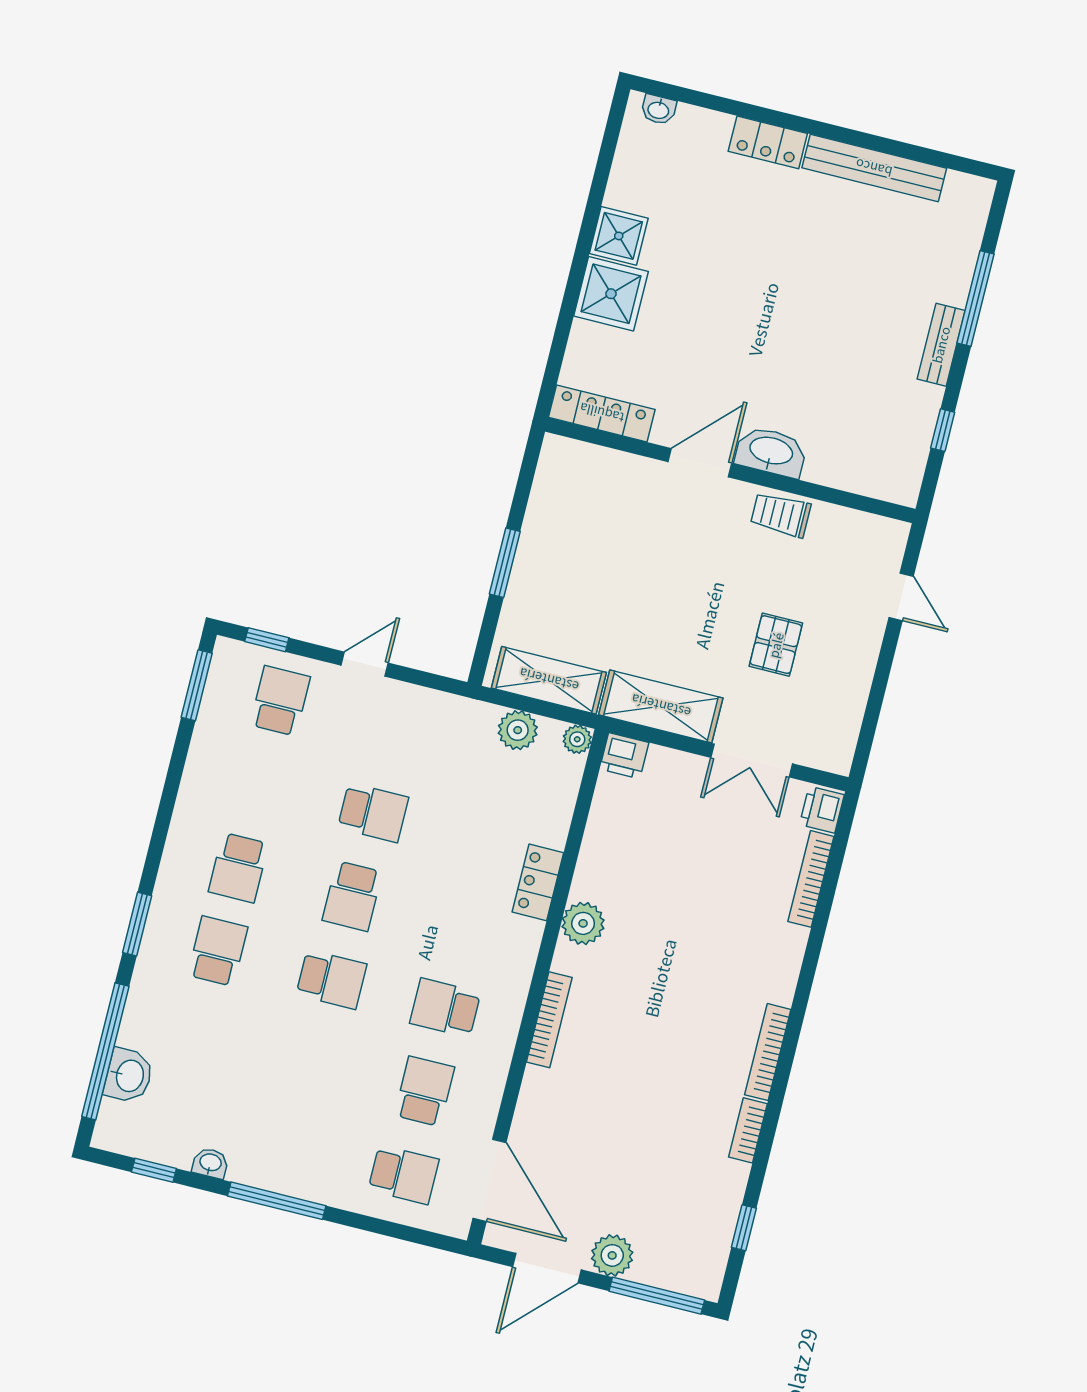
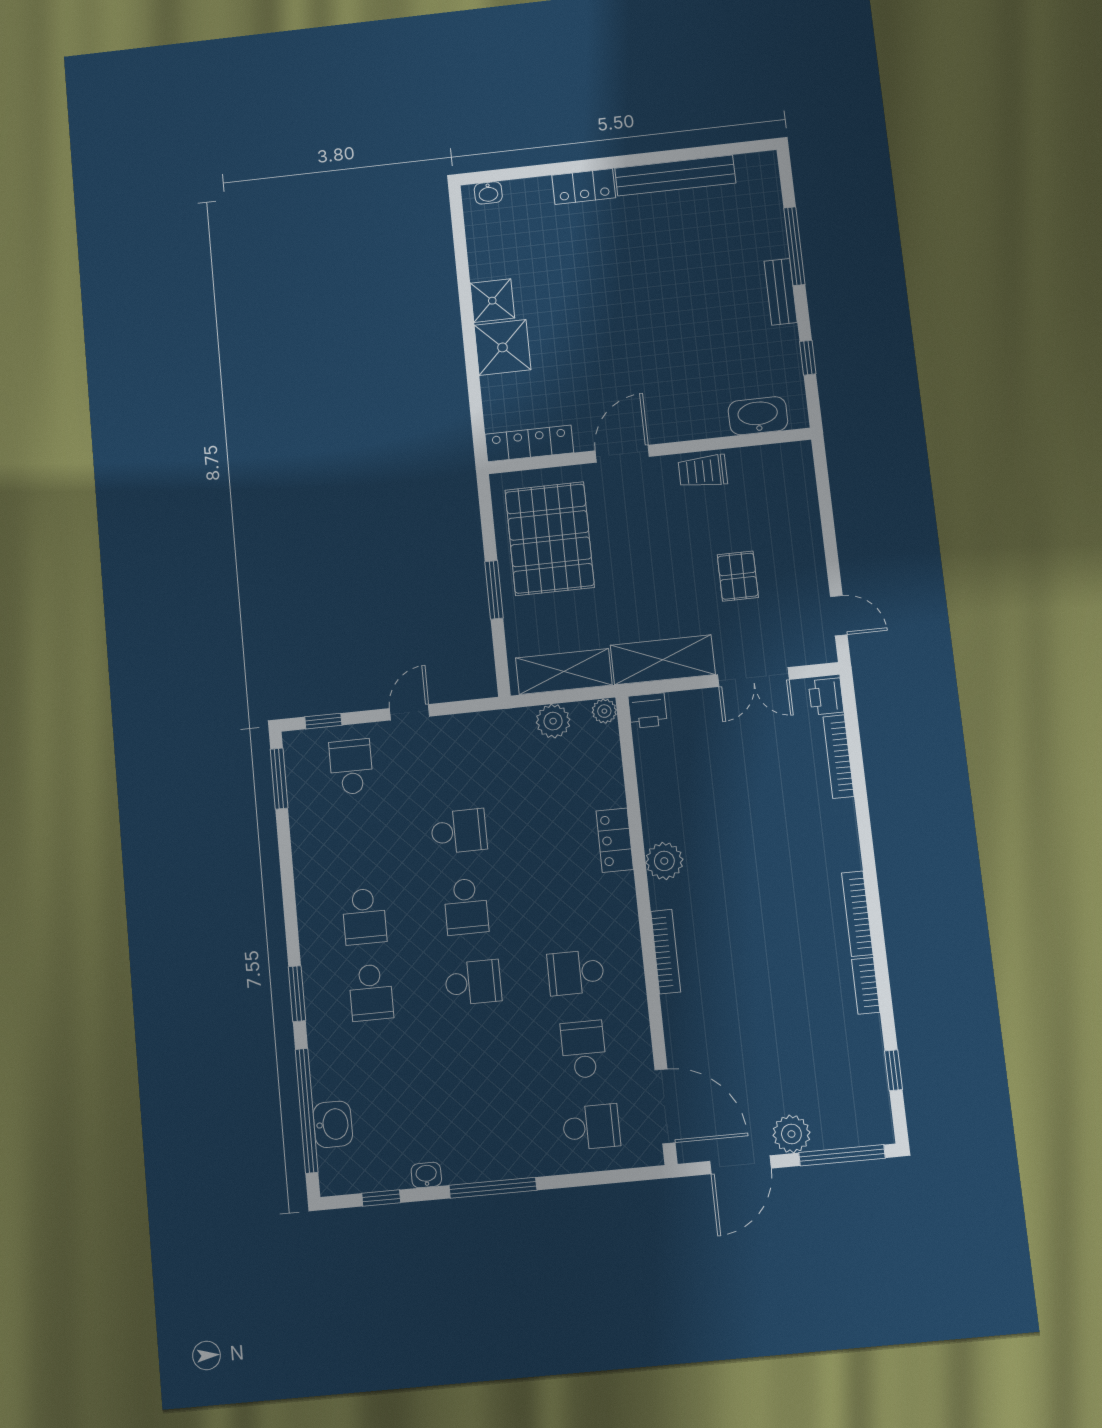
washbasin: (771, 452) -> (758, 416), moved
pallet: (586, 528) -> (550, 539), added
door: (901, 597) -> (839, 616), moved
school desk: (218, 951) -> (371, 992), turned 180

